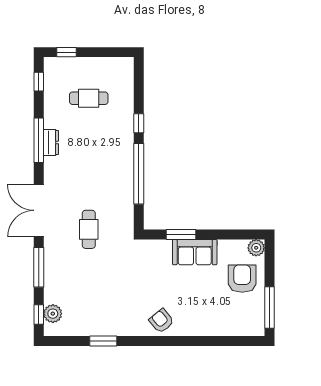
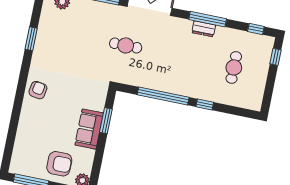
armchair: (161, 321) -> (38, 90), turned -42

